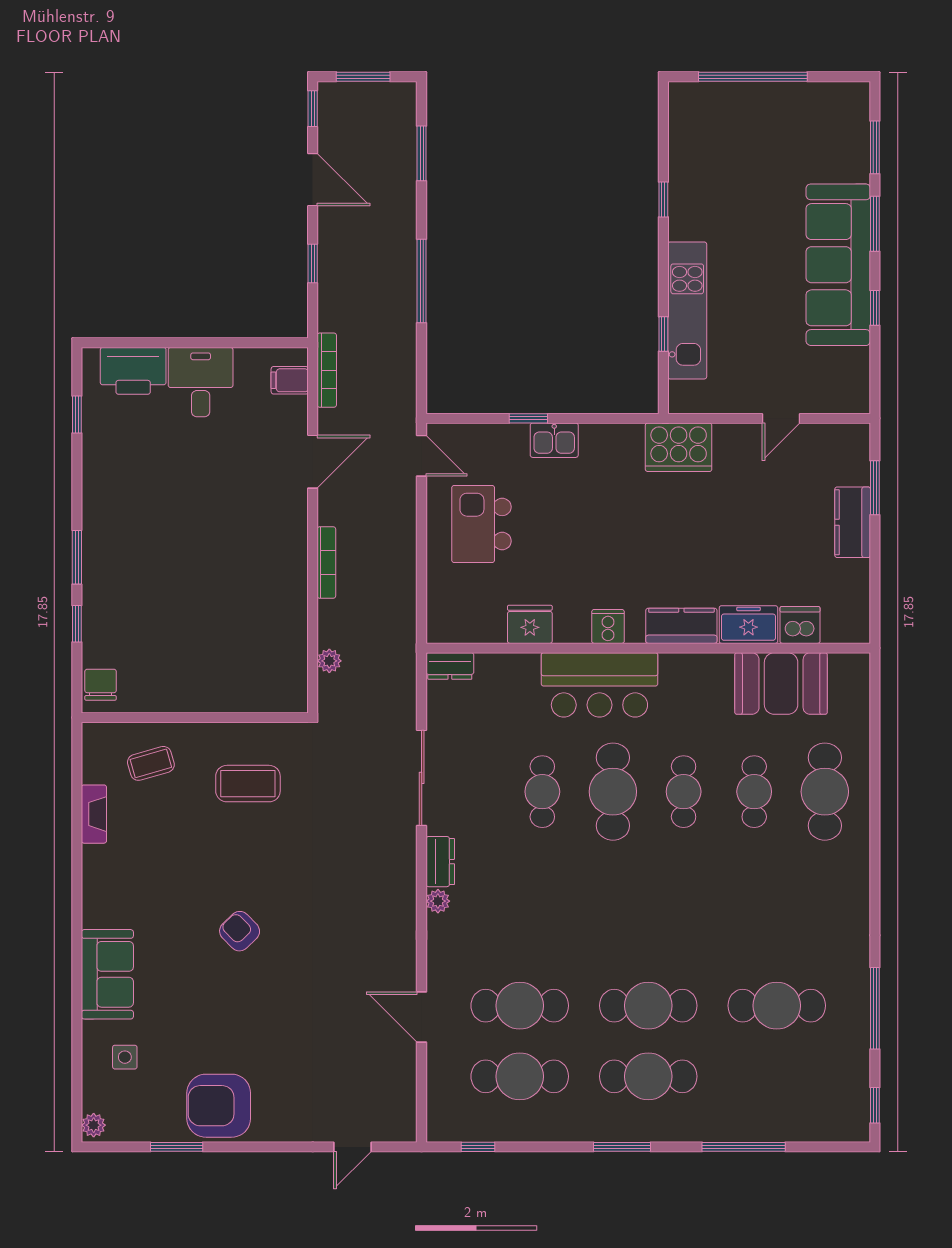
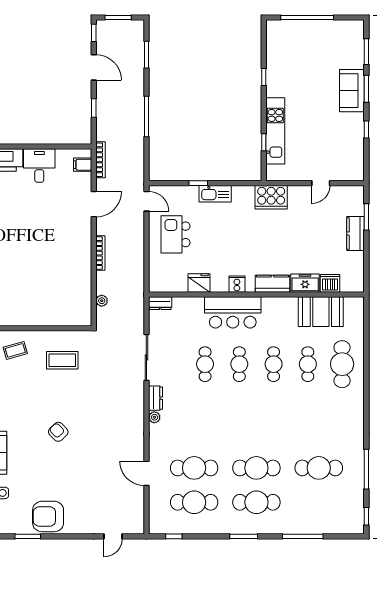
sofa: (838, 265) -> (352, 91), width x0.54, depth x0.79
kitchen sink: (554, 440) -> (215, 194), width x1.38
cafe table: (613, 792) -> (239, 364), width x0.73, depth x0.74

